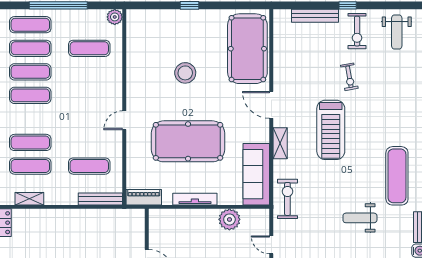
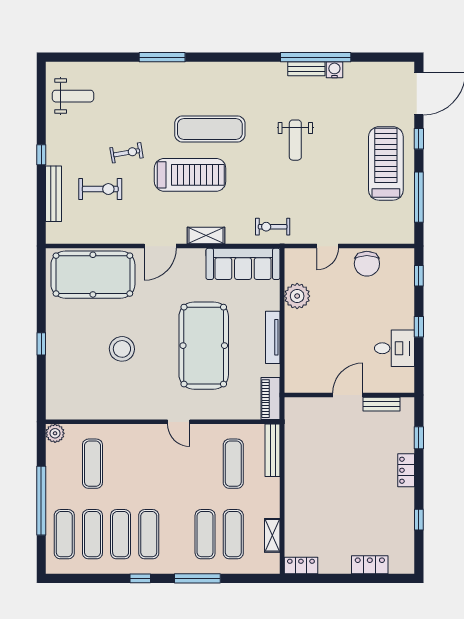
exercise bike: (357, 31) -> (100, 189), moved
exercise mat: (397, 176) -> (210, 129), moved
exercise bike: (287, 199) -> (273, 227), width x0.73, depth x0.72

